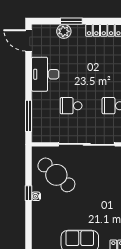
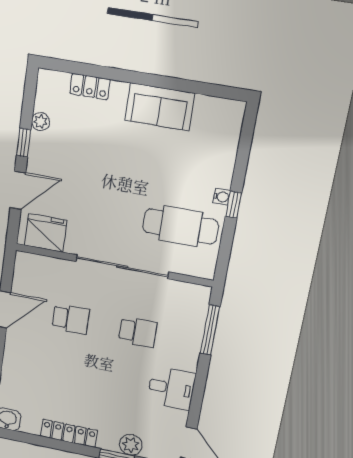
desk: (45, 74) -> (171, 388), width x0.73
cafe table: (56, 175) -> (181, 226), turned -41

